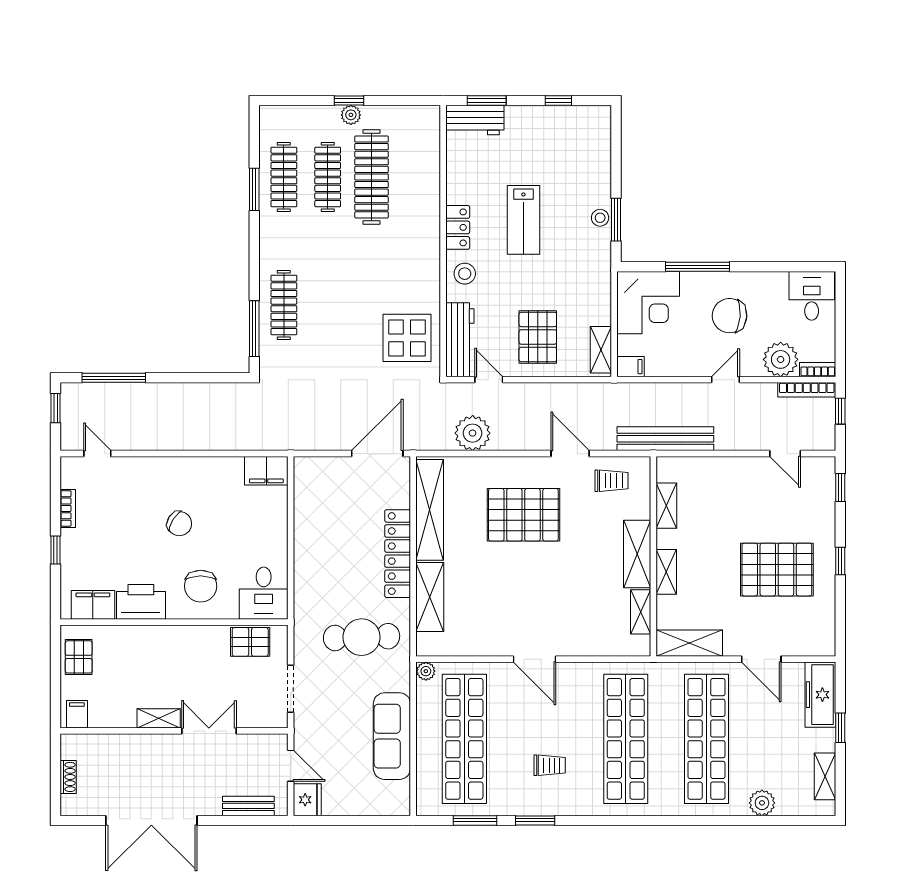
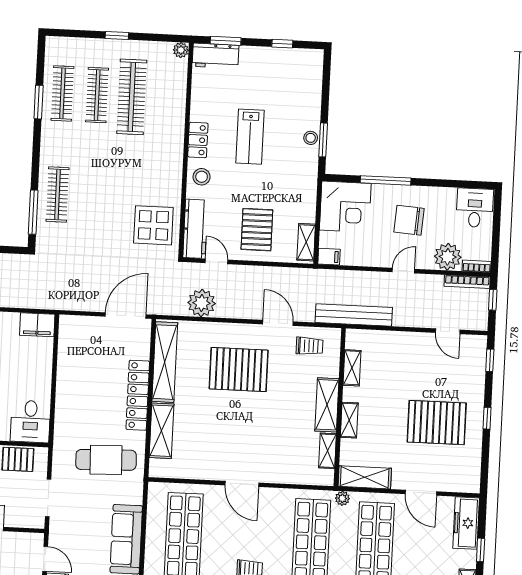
plant: (351, 115) -> (181, 50), moved
plant: (426, 671) -> (342, 498), moved

